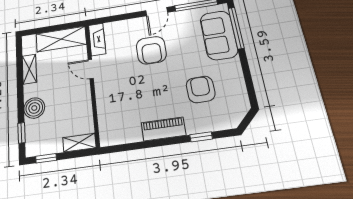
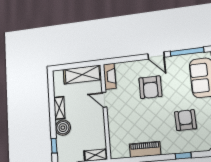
door: (157, 12) -> (156, 56), hinge flipped
shelving: (29, 69) -> (59, 108), moved
piano: (163, 129) -> (145, 149), moved

